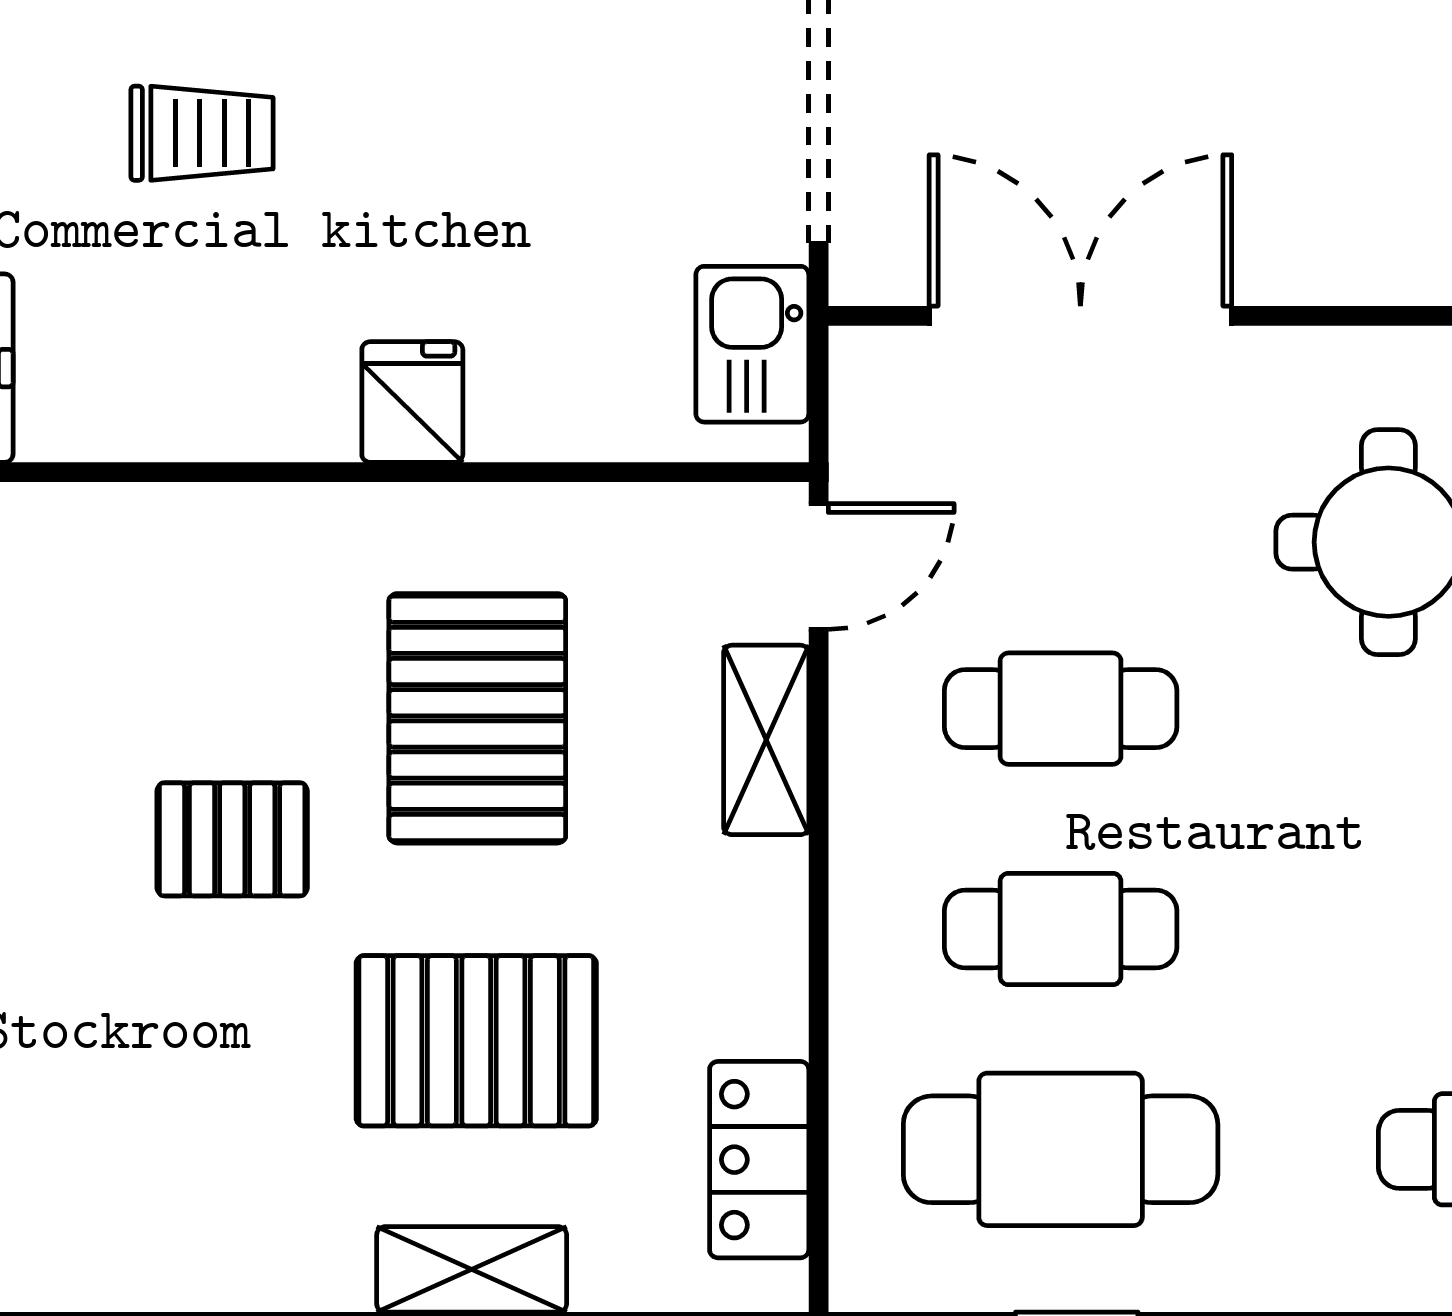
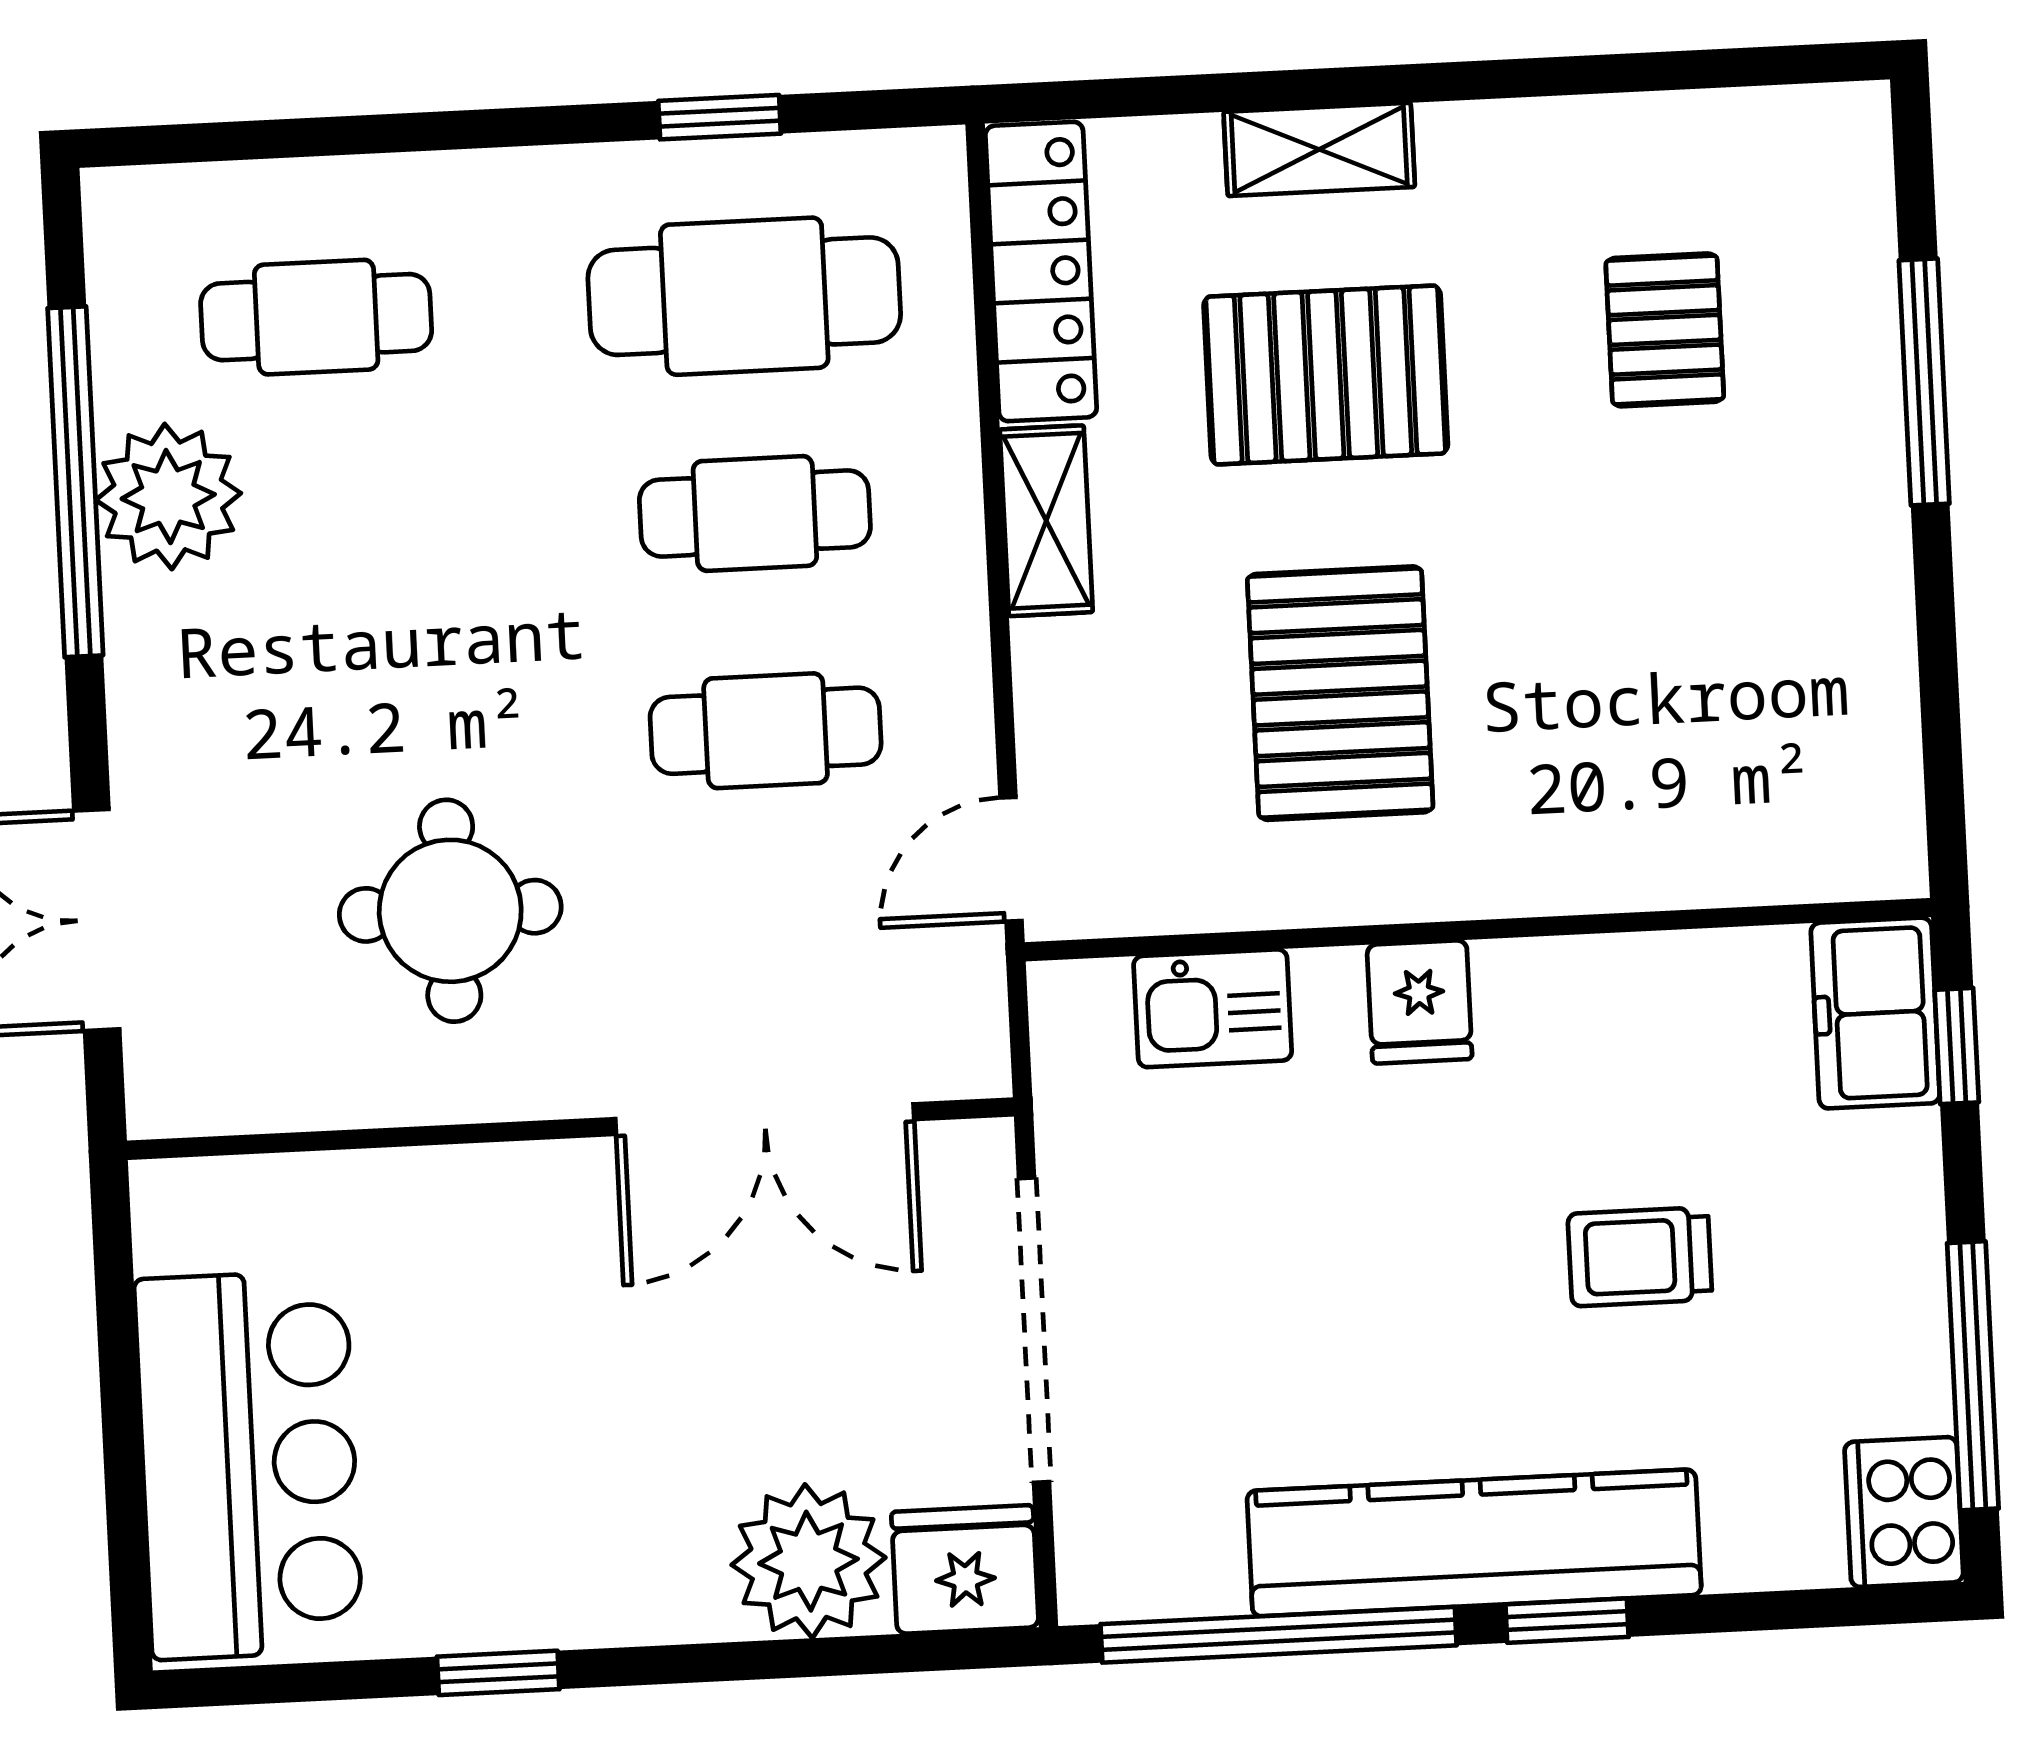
kitchen sink: (752, 344) -> (1213, 1008), moved, turned 90
shelving: (766, 740) -> (1046, 521), moved
pallet: (232, 839) -> (1665, 330), moved, turned 90
locker: (759, 1160) -> (1041, 272), width x1.53

